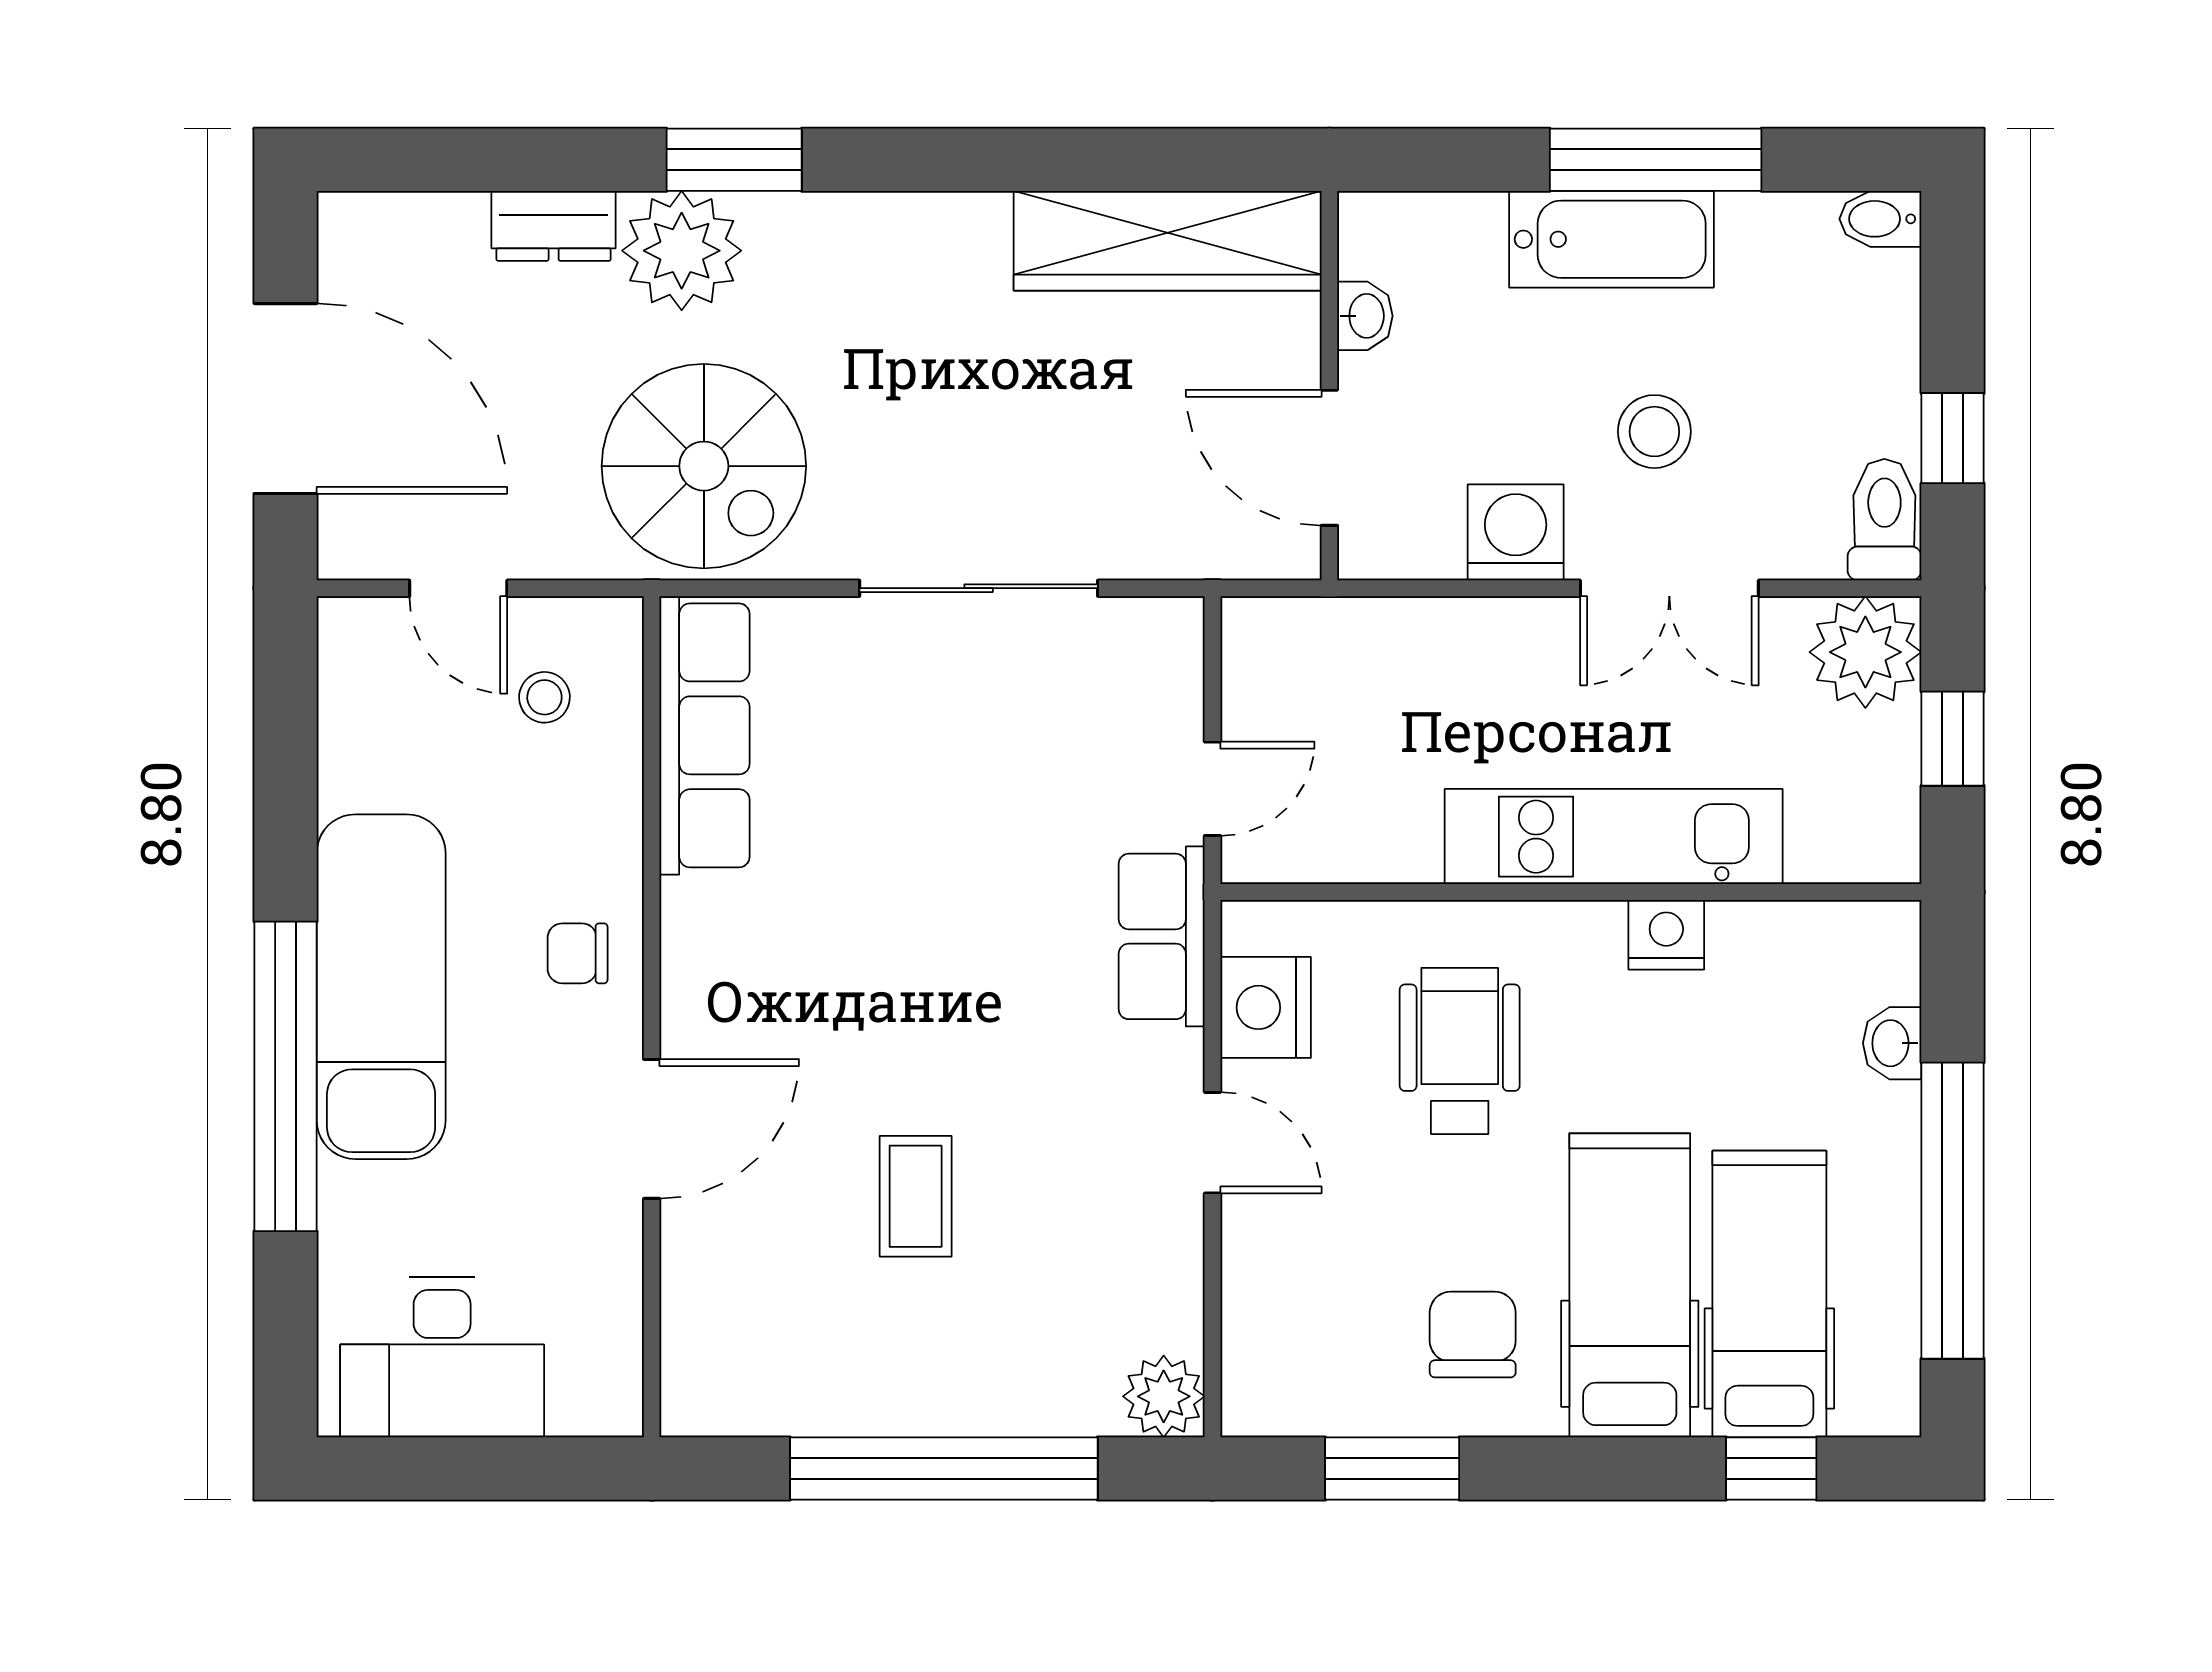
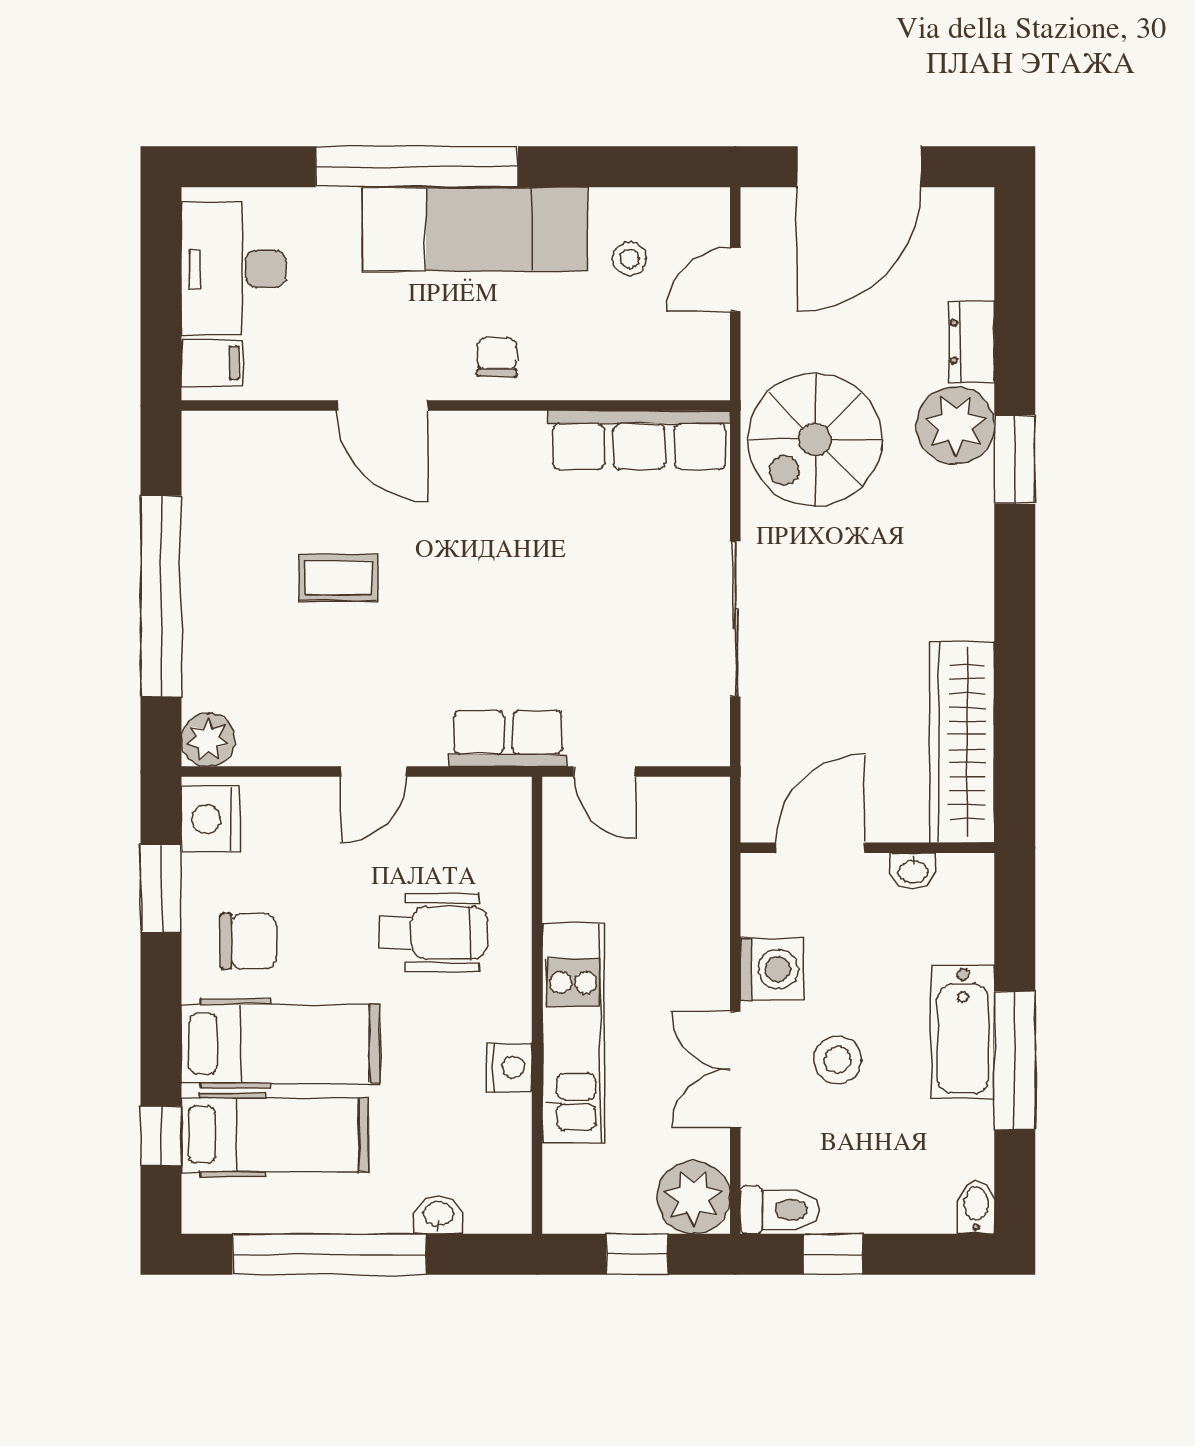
stool: (544, 697) -> (630, 259), moved
nightstand: (1266, 1007) -> (211, 819), moved, turned -90
filing cabinet: (586, 1390) -> (212, 363), added

